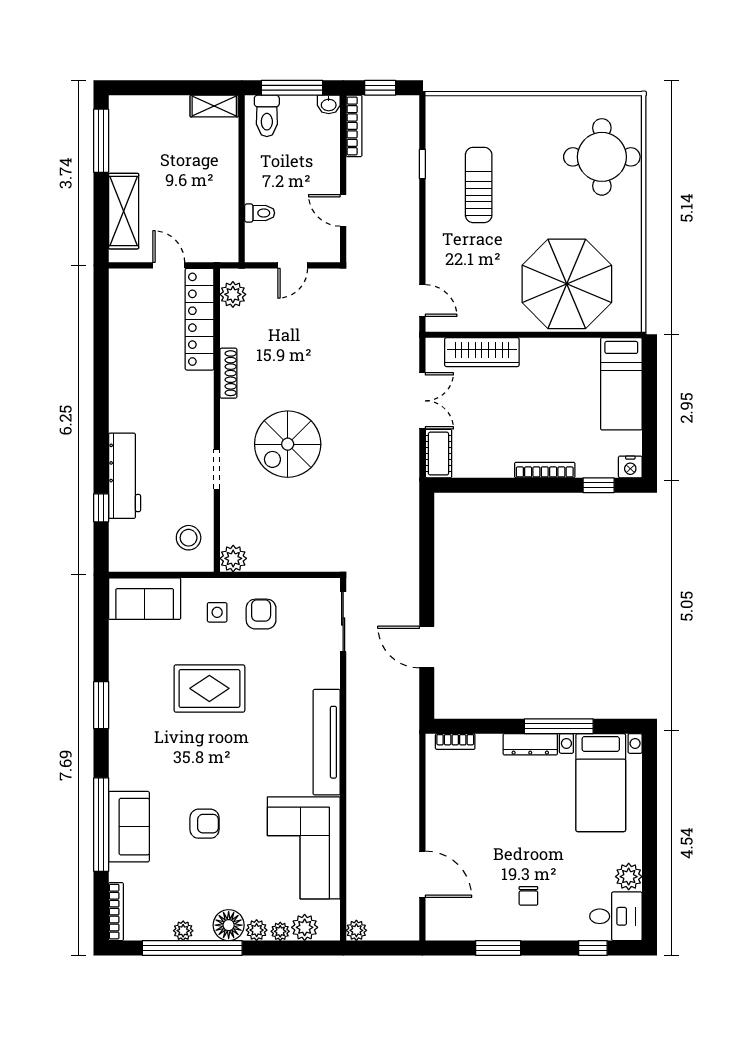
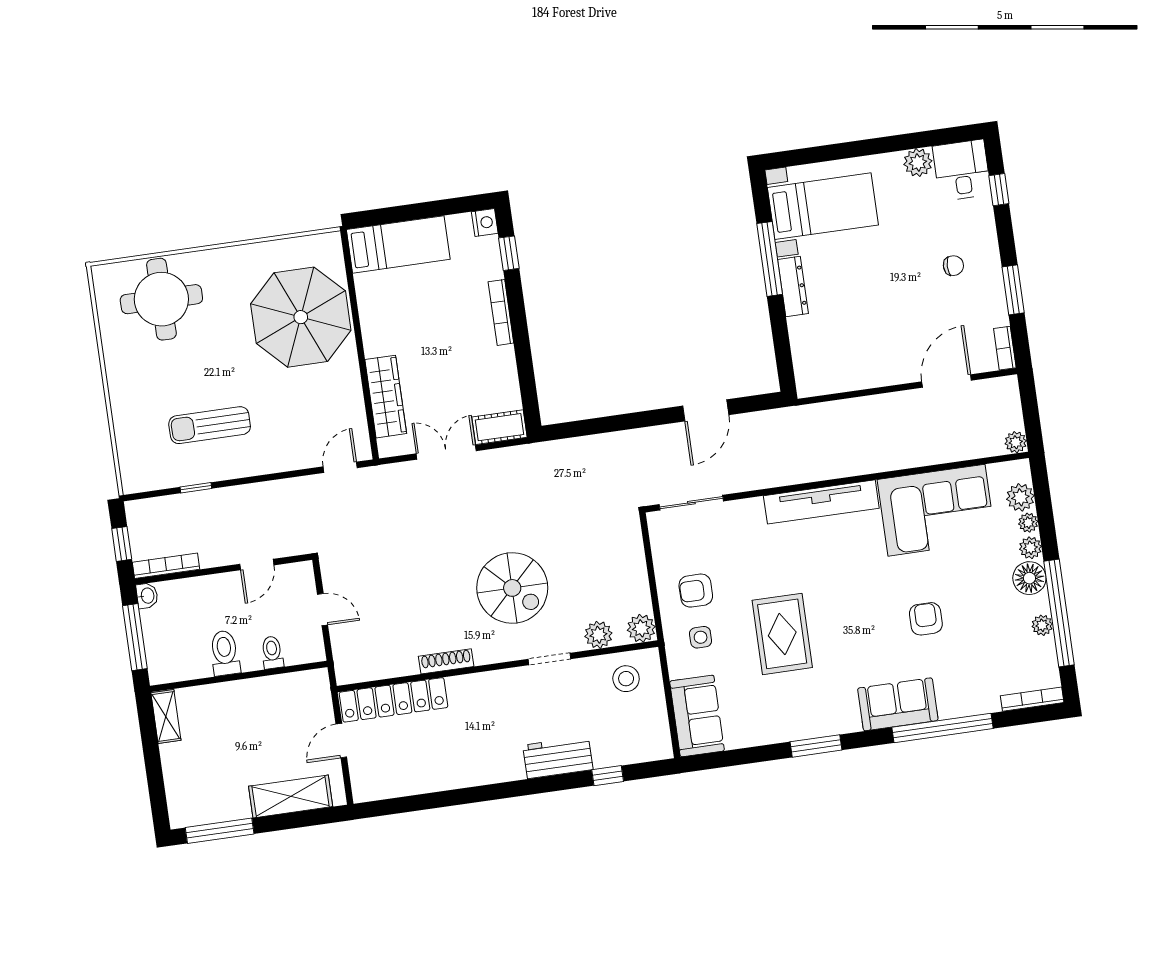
toilet: (267, 116) -> (225, 653), moved, turned -90
plant: (233, 294) -> (598, 635), moved
workbench: (125, 476) -> (558, 757), width x0.73
bookcase: (455, 742) -> (1005, 348), moved, turned 180
sofa: (129, 827) -> (898, 704), moved

